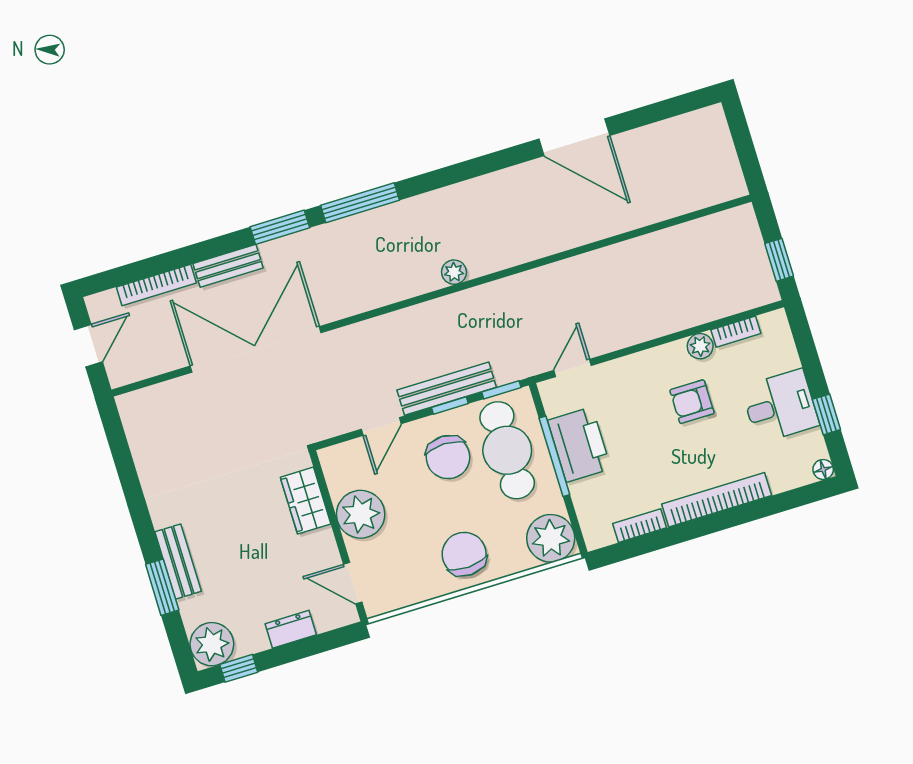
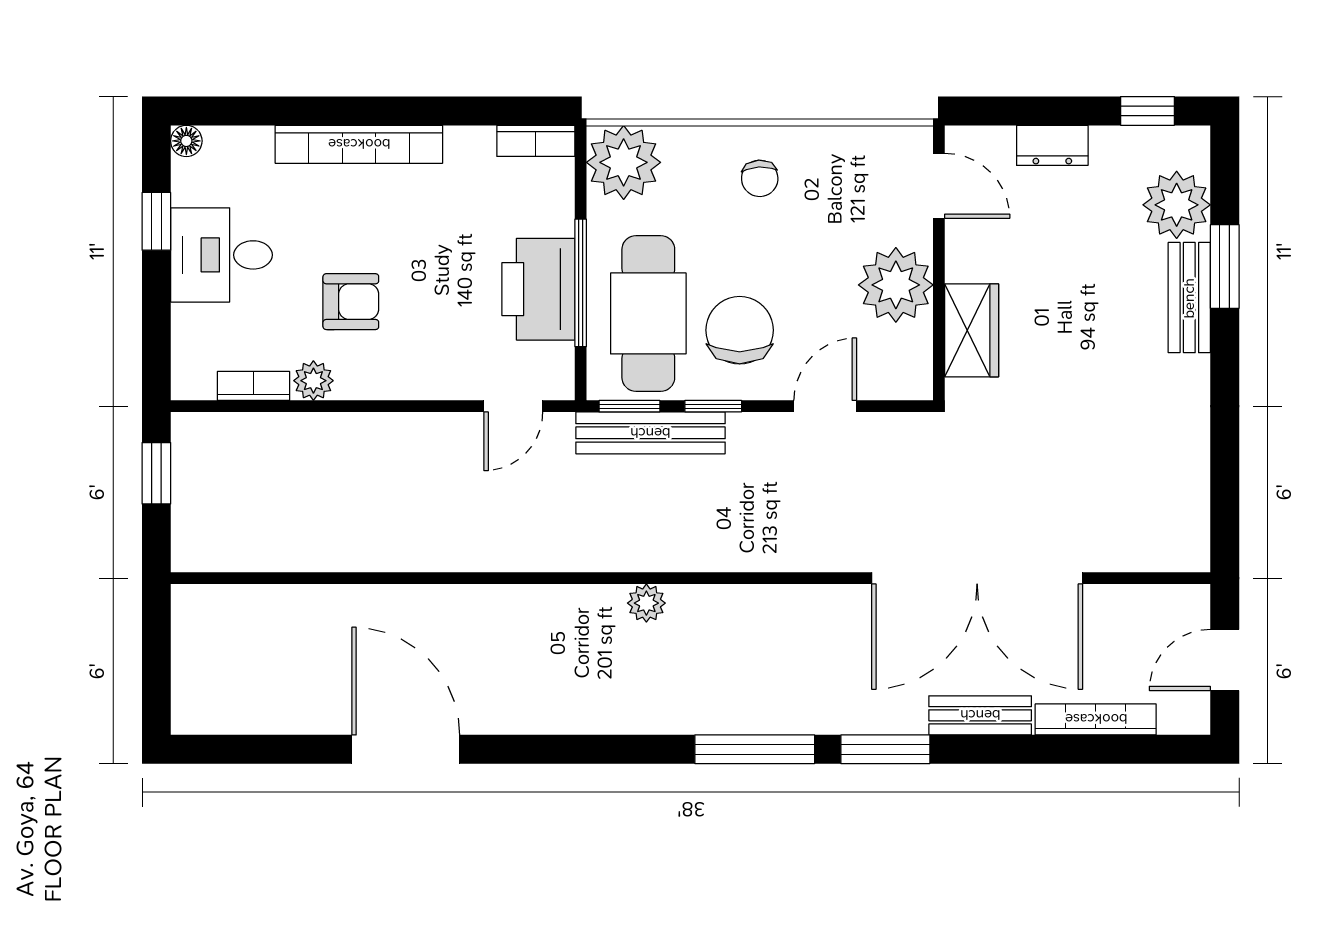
bench: (447, 389) -> (650, 433), moved
bookcase: (640, 526) -> (536, 141), moved
chair: (464, 554) -> (760, 178), width x0.54, depth x0.54
plant: (212, 644) -> (1177, 205), moved

